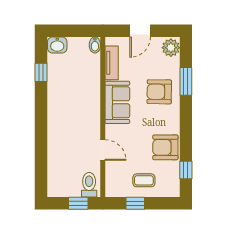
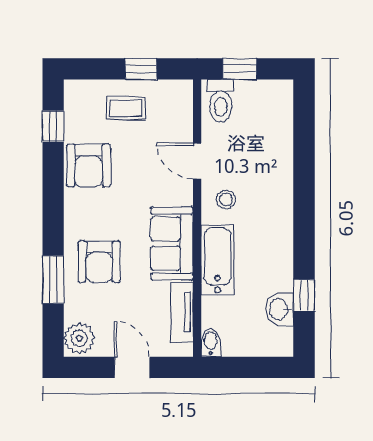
door: (140, 31) -> (132, 367), hinge flipped
washbasin: (57, 45) -> (279, 309), moved, turned -90
armchair: (159, 92) -> (99, 262), turned 89
bathtub: (91, 93) -> (217, 260), added
stool: (86, 128) -> (226, 200), added
armchair: (165, 147) -> (89, 166), turned 90

